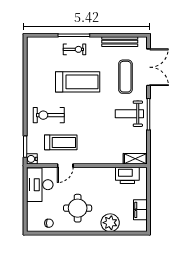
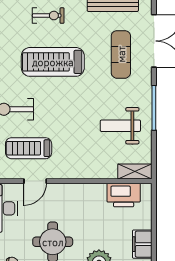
treadmill: (78, 82) -> (53, 62), turned 180
weight bench: (129, 114) -> (120, 126), moved
treadmill: (61, 142) -> (29, 148), turned 180

